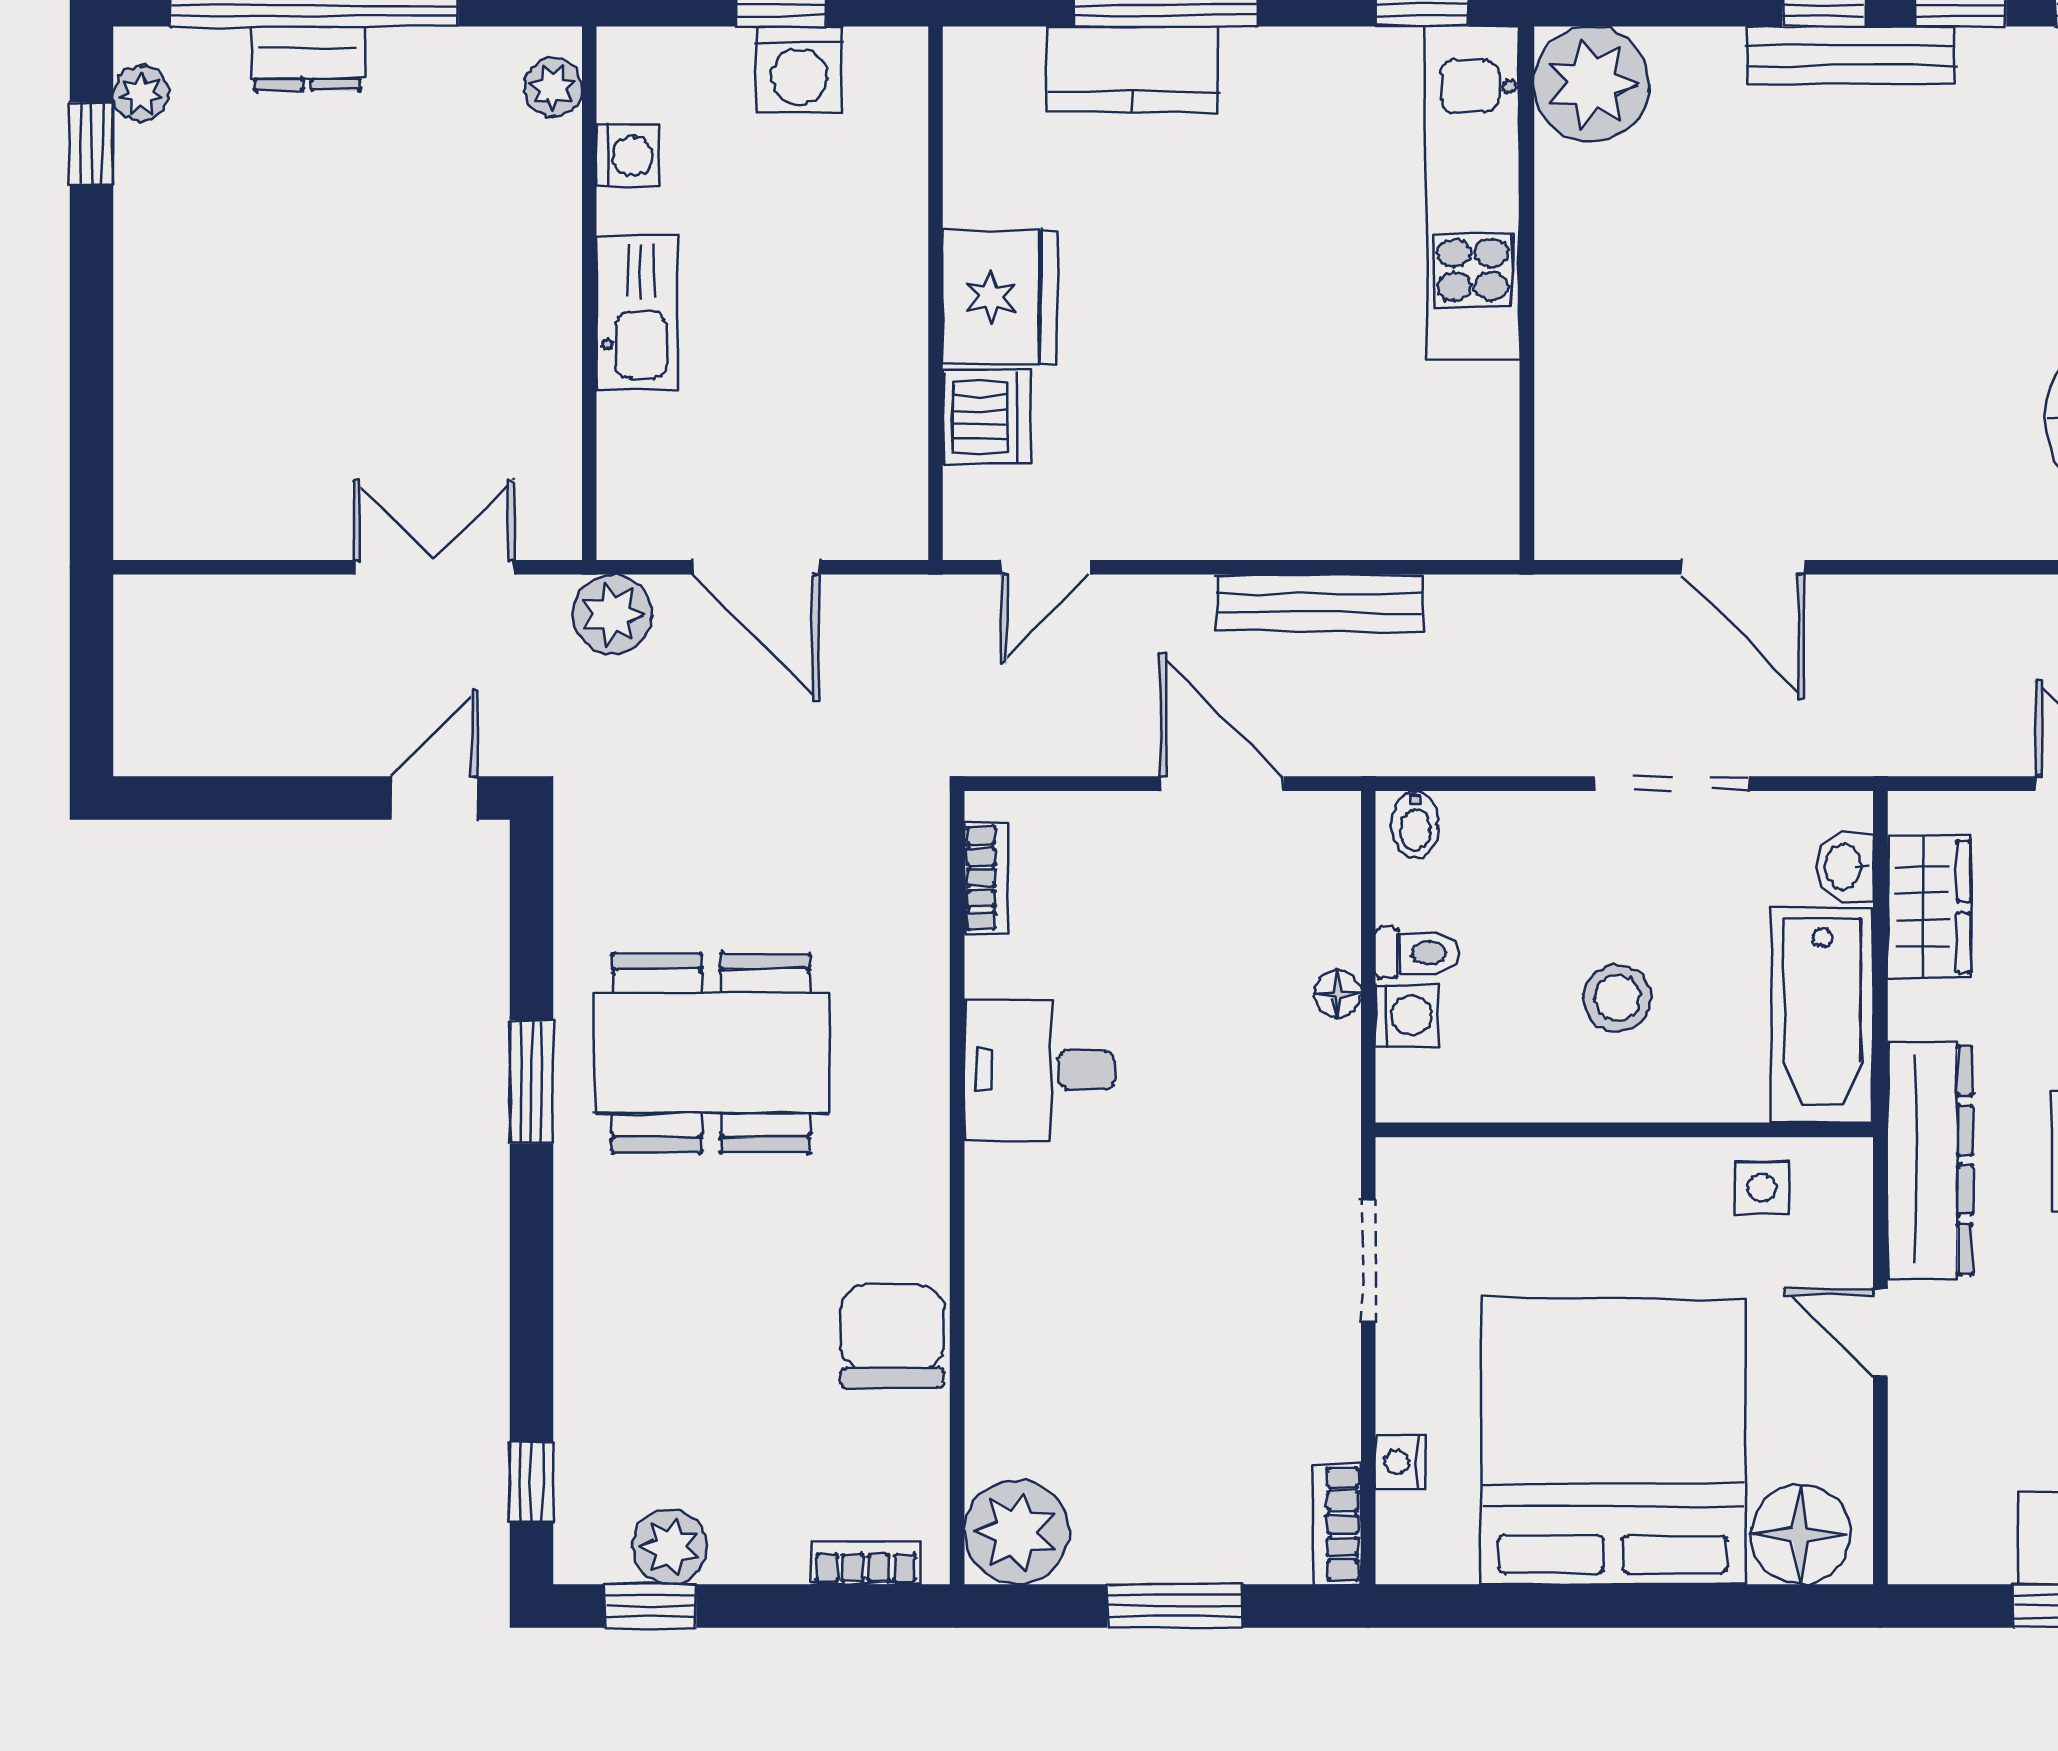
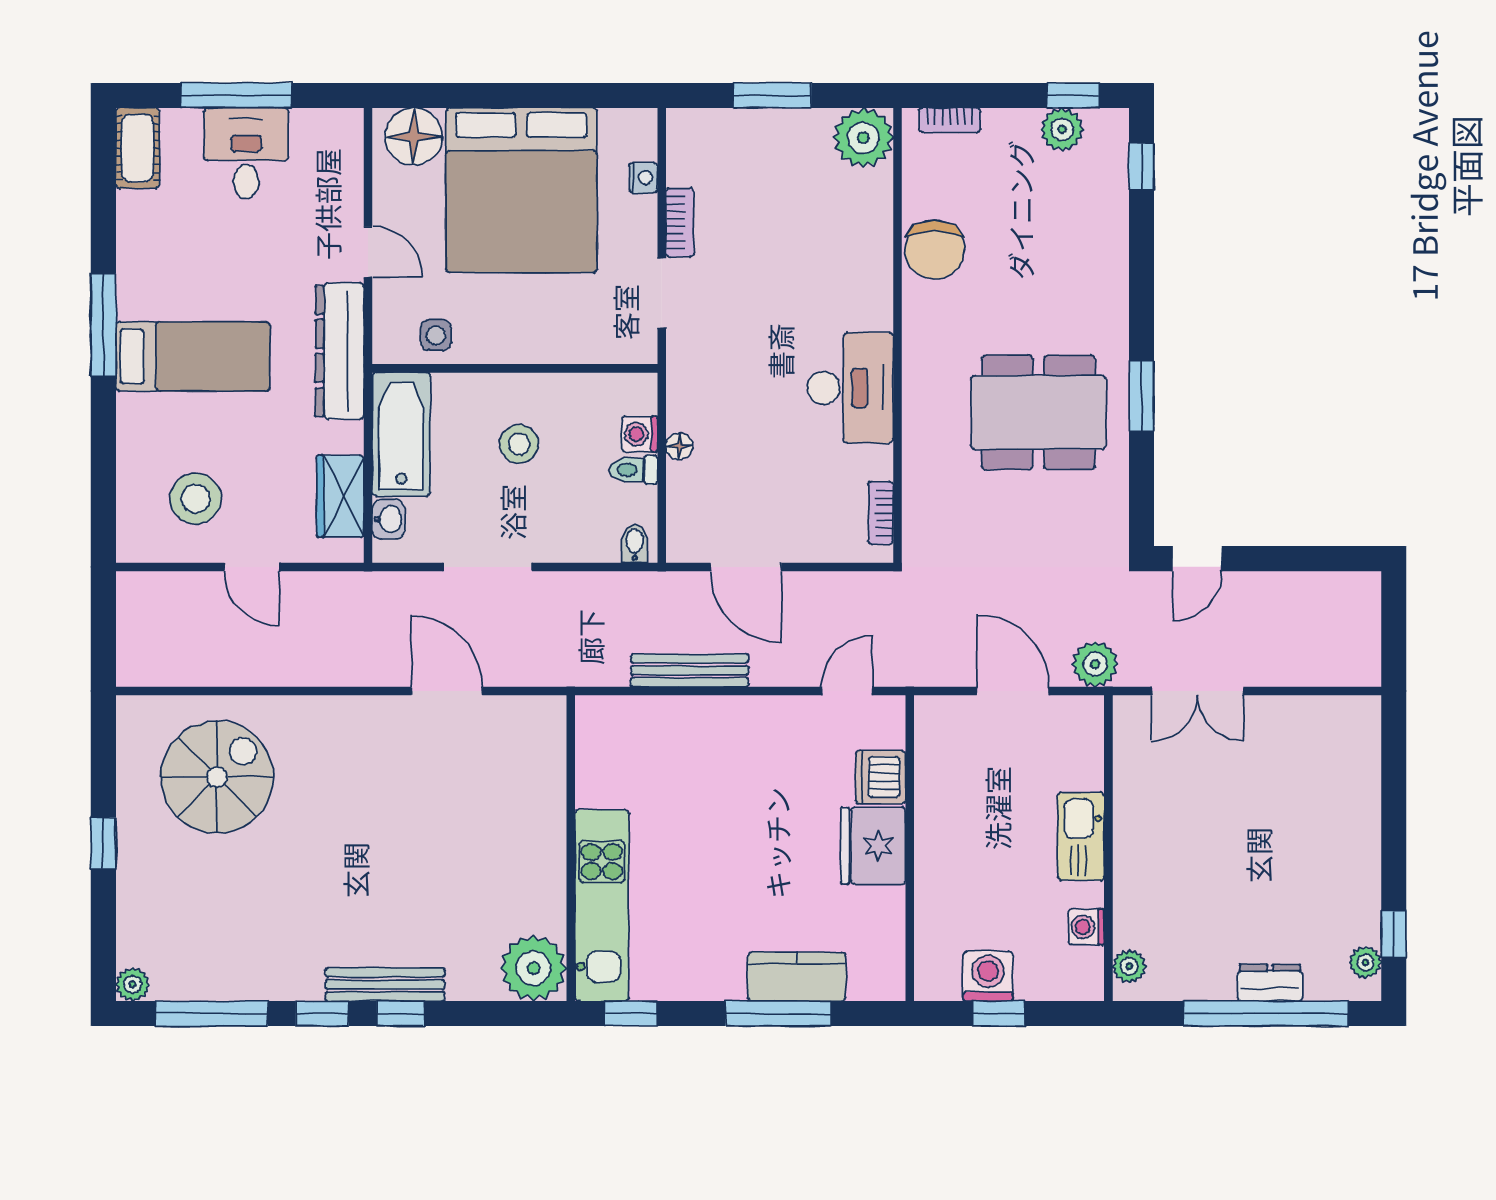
desk: (1040, 1070) -> (850, 388), width x1.37
bookcase: (1337, 1524) -> (680, 223), moved

